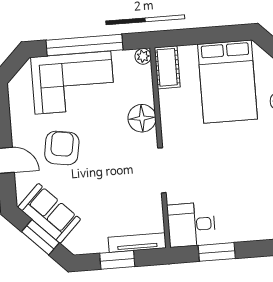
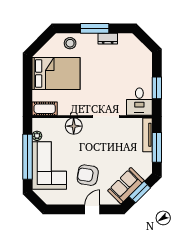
plant: (143, 56) -> (37, 136), moved
window: (117, 260) -> (157, 147), width x1.44

